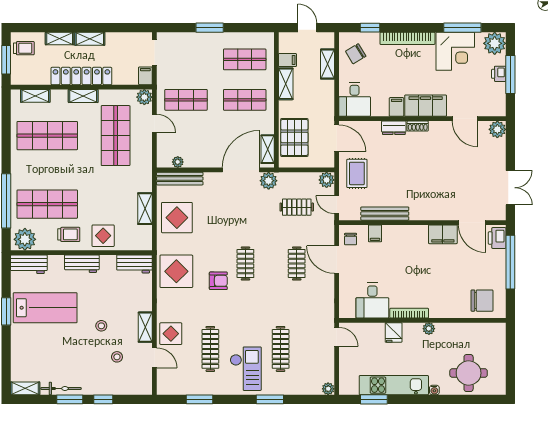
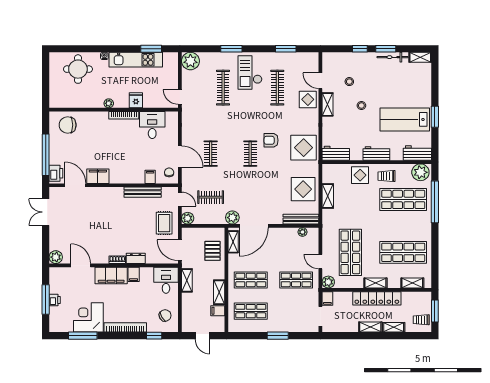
plant: (495, 43) -> (58, 324), removed
shelving: (327, 64) -> (187, 280), moved
pallet: (294, 137) -> (212, 251), width x0.67, depth x0.71
plant: (328, 389) -> (190, 61), width x1.88, depth x1.88

